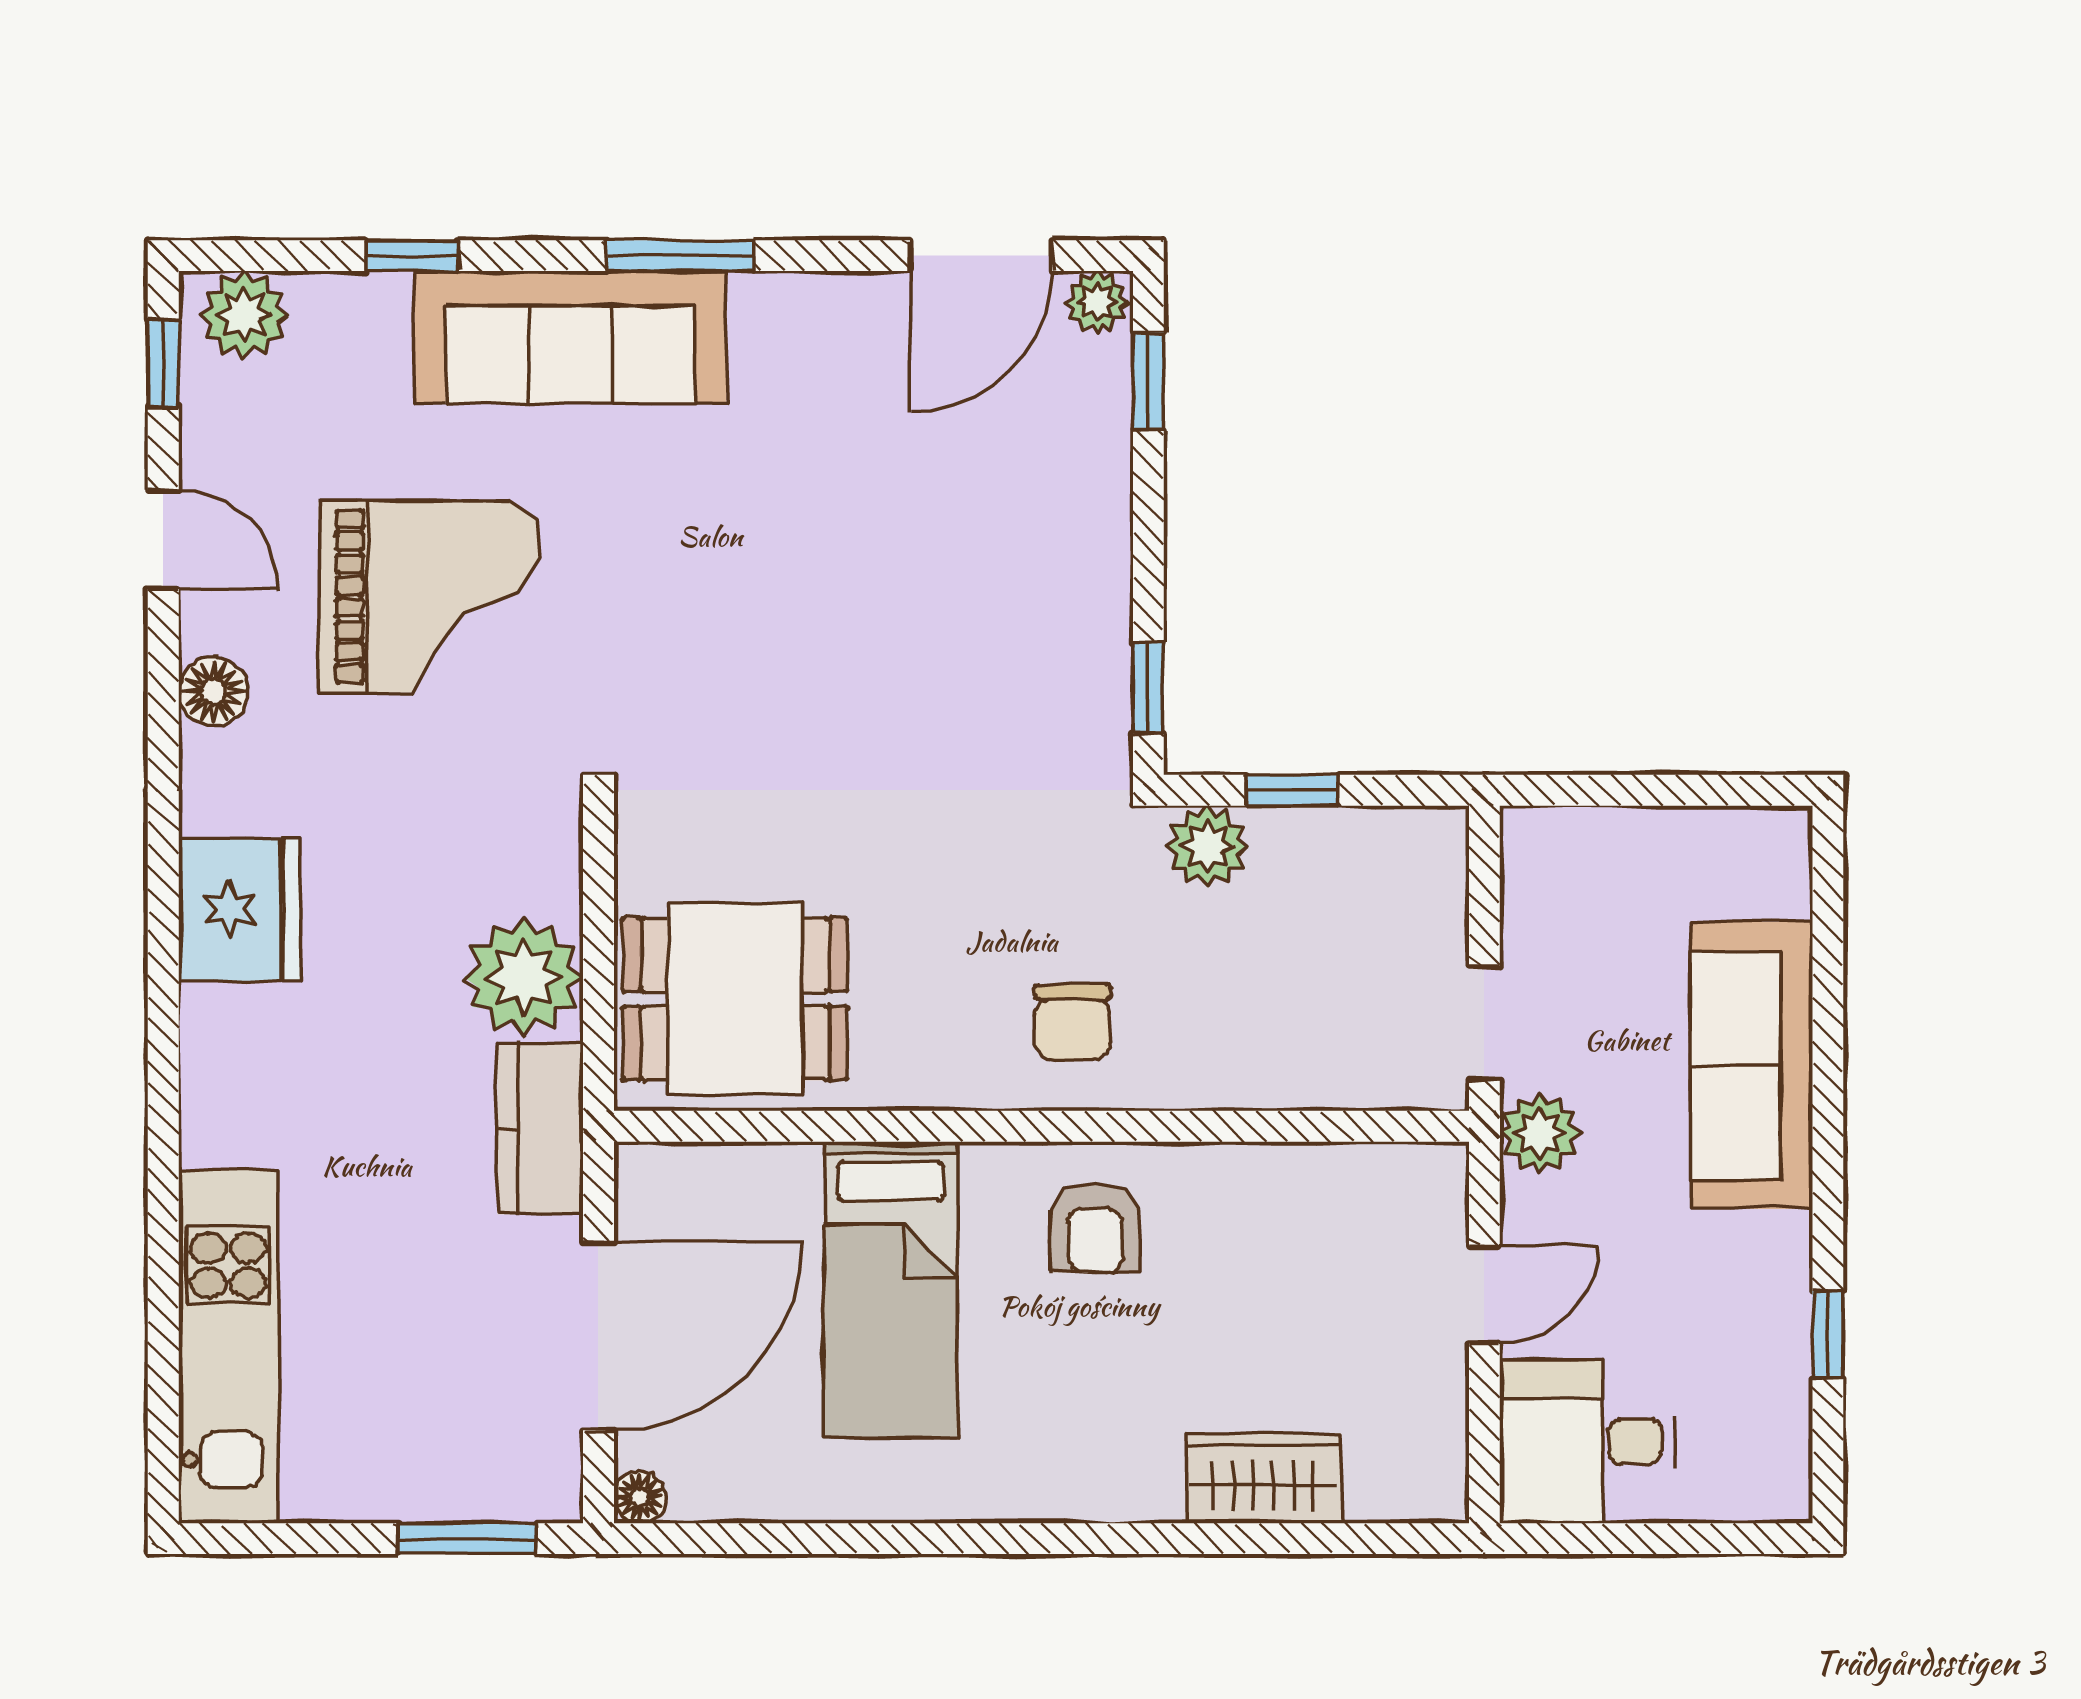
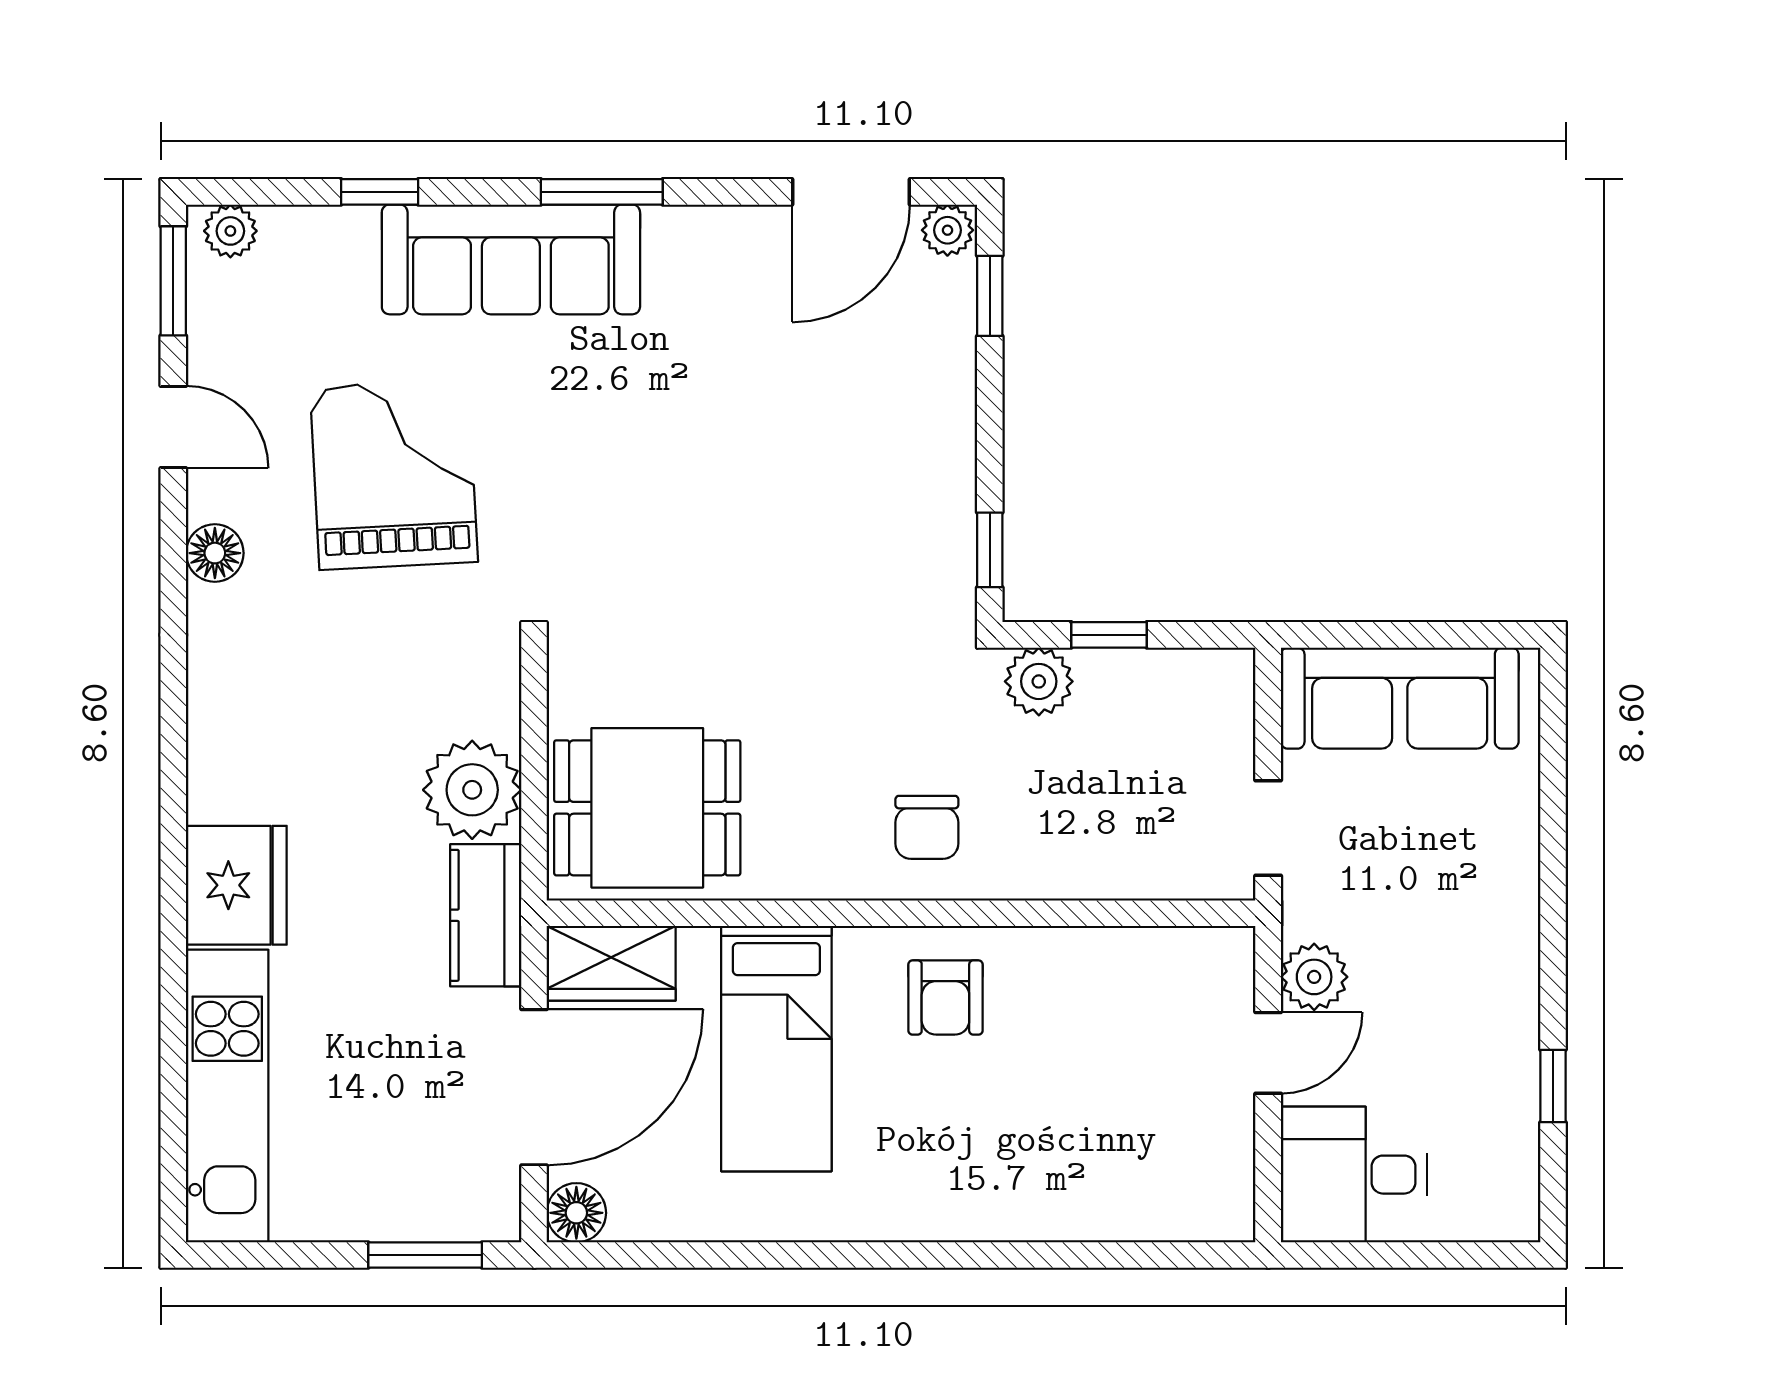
plant: (244, 315) -> (230, 231), width x0.73, depth x0.73
window: (163, 363) -> (173, 281), width x1.50
grand piano: (429, 597) -> (394, 474), turned -93
fridge: (239, 910) -> (236, 885), moved
sofa: (1752, 1065) -> (1400, 698), moved, turned -90
plant: (1540, 1134) -> (1314, 977), moved
wardrobe: (1263, 1478) -> (611, 963), moved, turned 180
floor lamp: (640, 1497) -> (576, 1213), width x1.37, depth x1.37

